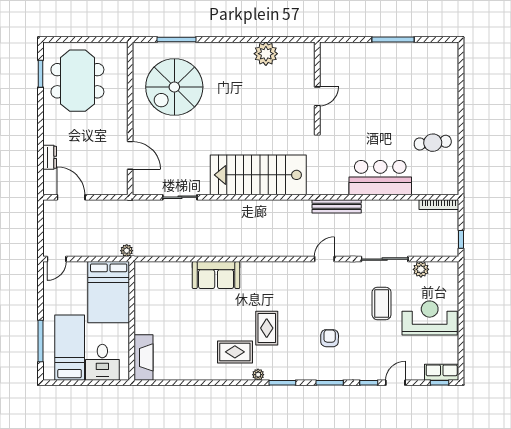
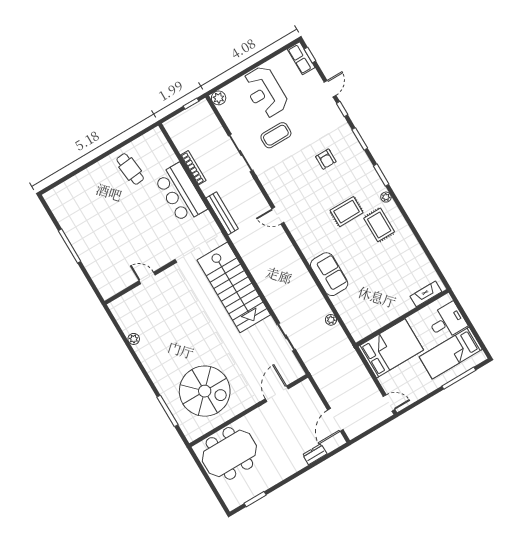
plant: (266, 54) -> (134, 339), width x0.53, depth x0.53
meeting table: (77, 81) -> (229, 453), moved
bookcase: (439, 205) -> (193, 168), moved
plant: (127, 251) -> (331, 320), moved
door: (324, 259) -> (278, 216), moved
plant: (421, 269) -> (219, 98), moved
armchair: (330, 338) -> (326, 159), turned -91
fireplace: (143, 357) -> (426, 294), width x0.73, depth x0.76
door: (395, 383) -> (330, 89), swing flipped

